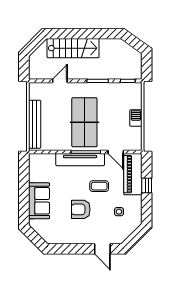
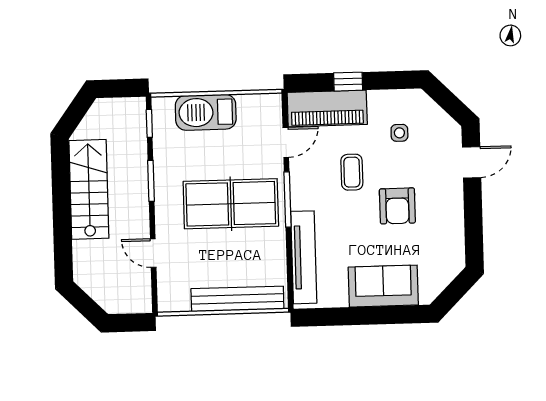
stairs: (73, 48) -> (89, 189), moved
barbecue: (136, 118) -> (206, 112), width x1.88, depth x1.53
tv unit: (80, 160) -> (304, 257), moved

